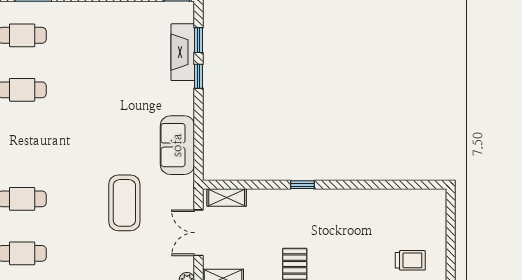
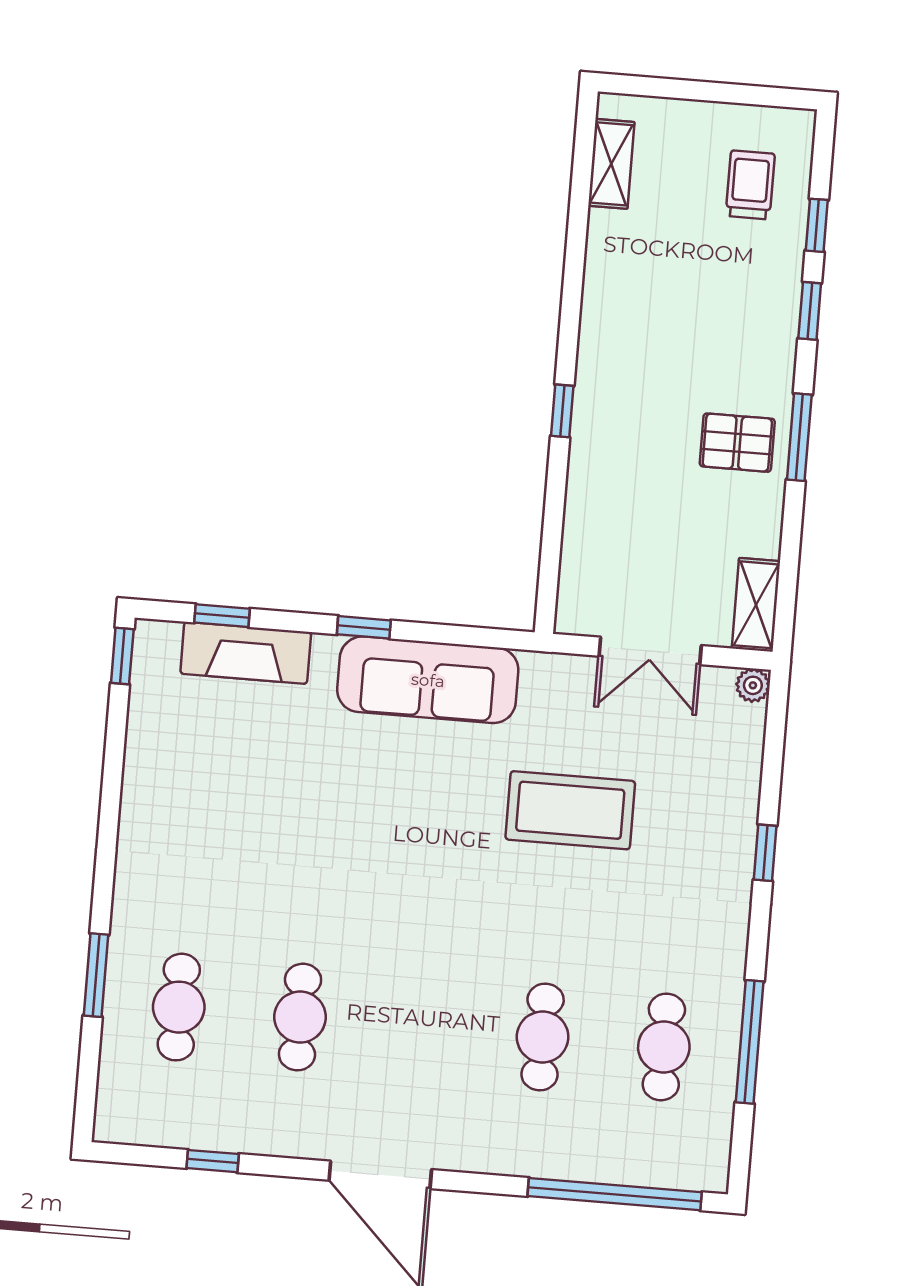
window: (199, 76) -> (364, 627), moved
sofa: (177, 145) -> (428, 680), width x1.36
shelving: (227, 198) -> (611, 164), moved

